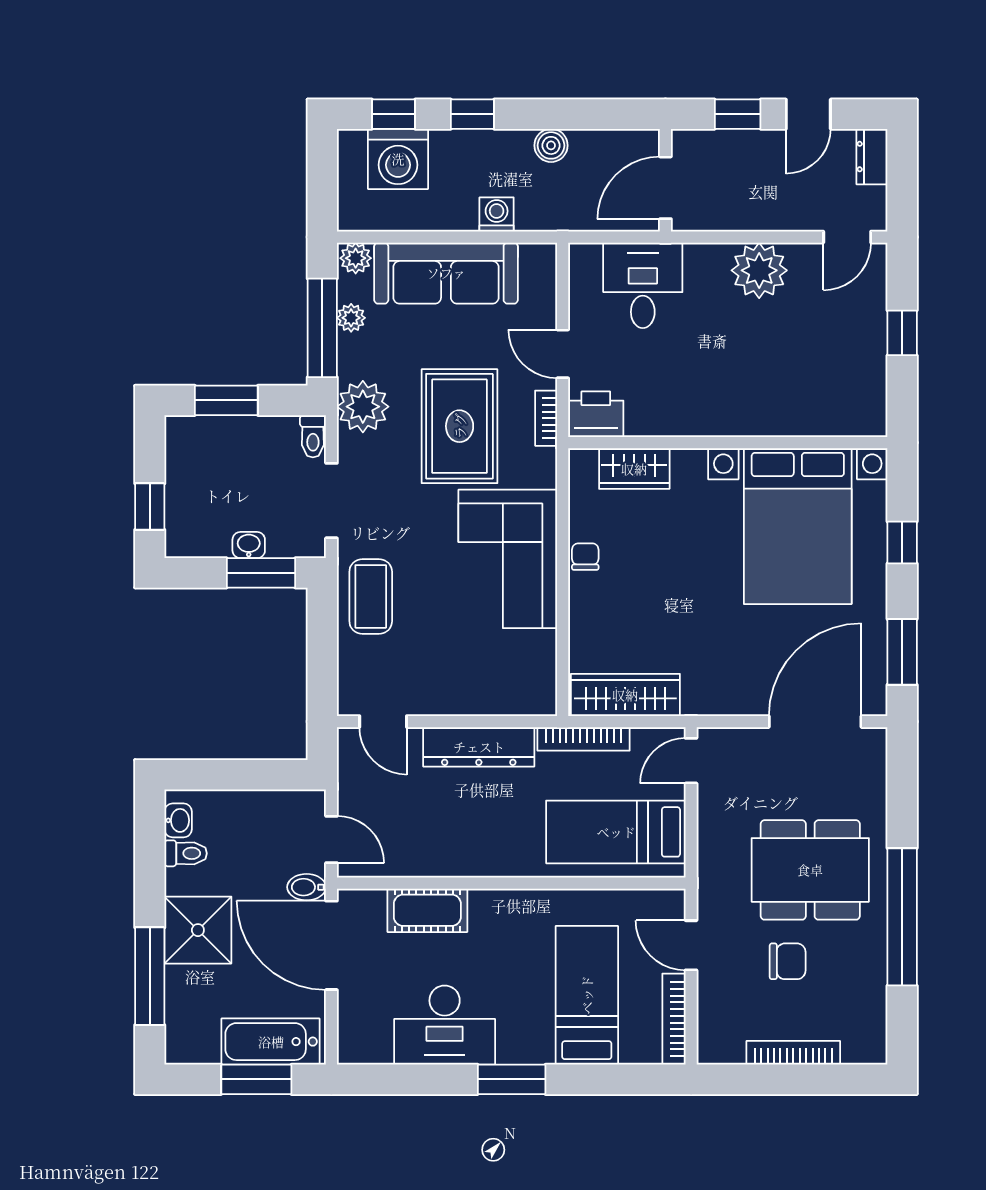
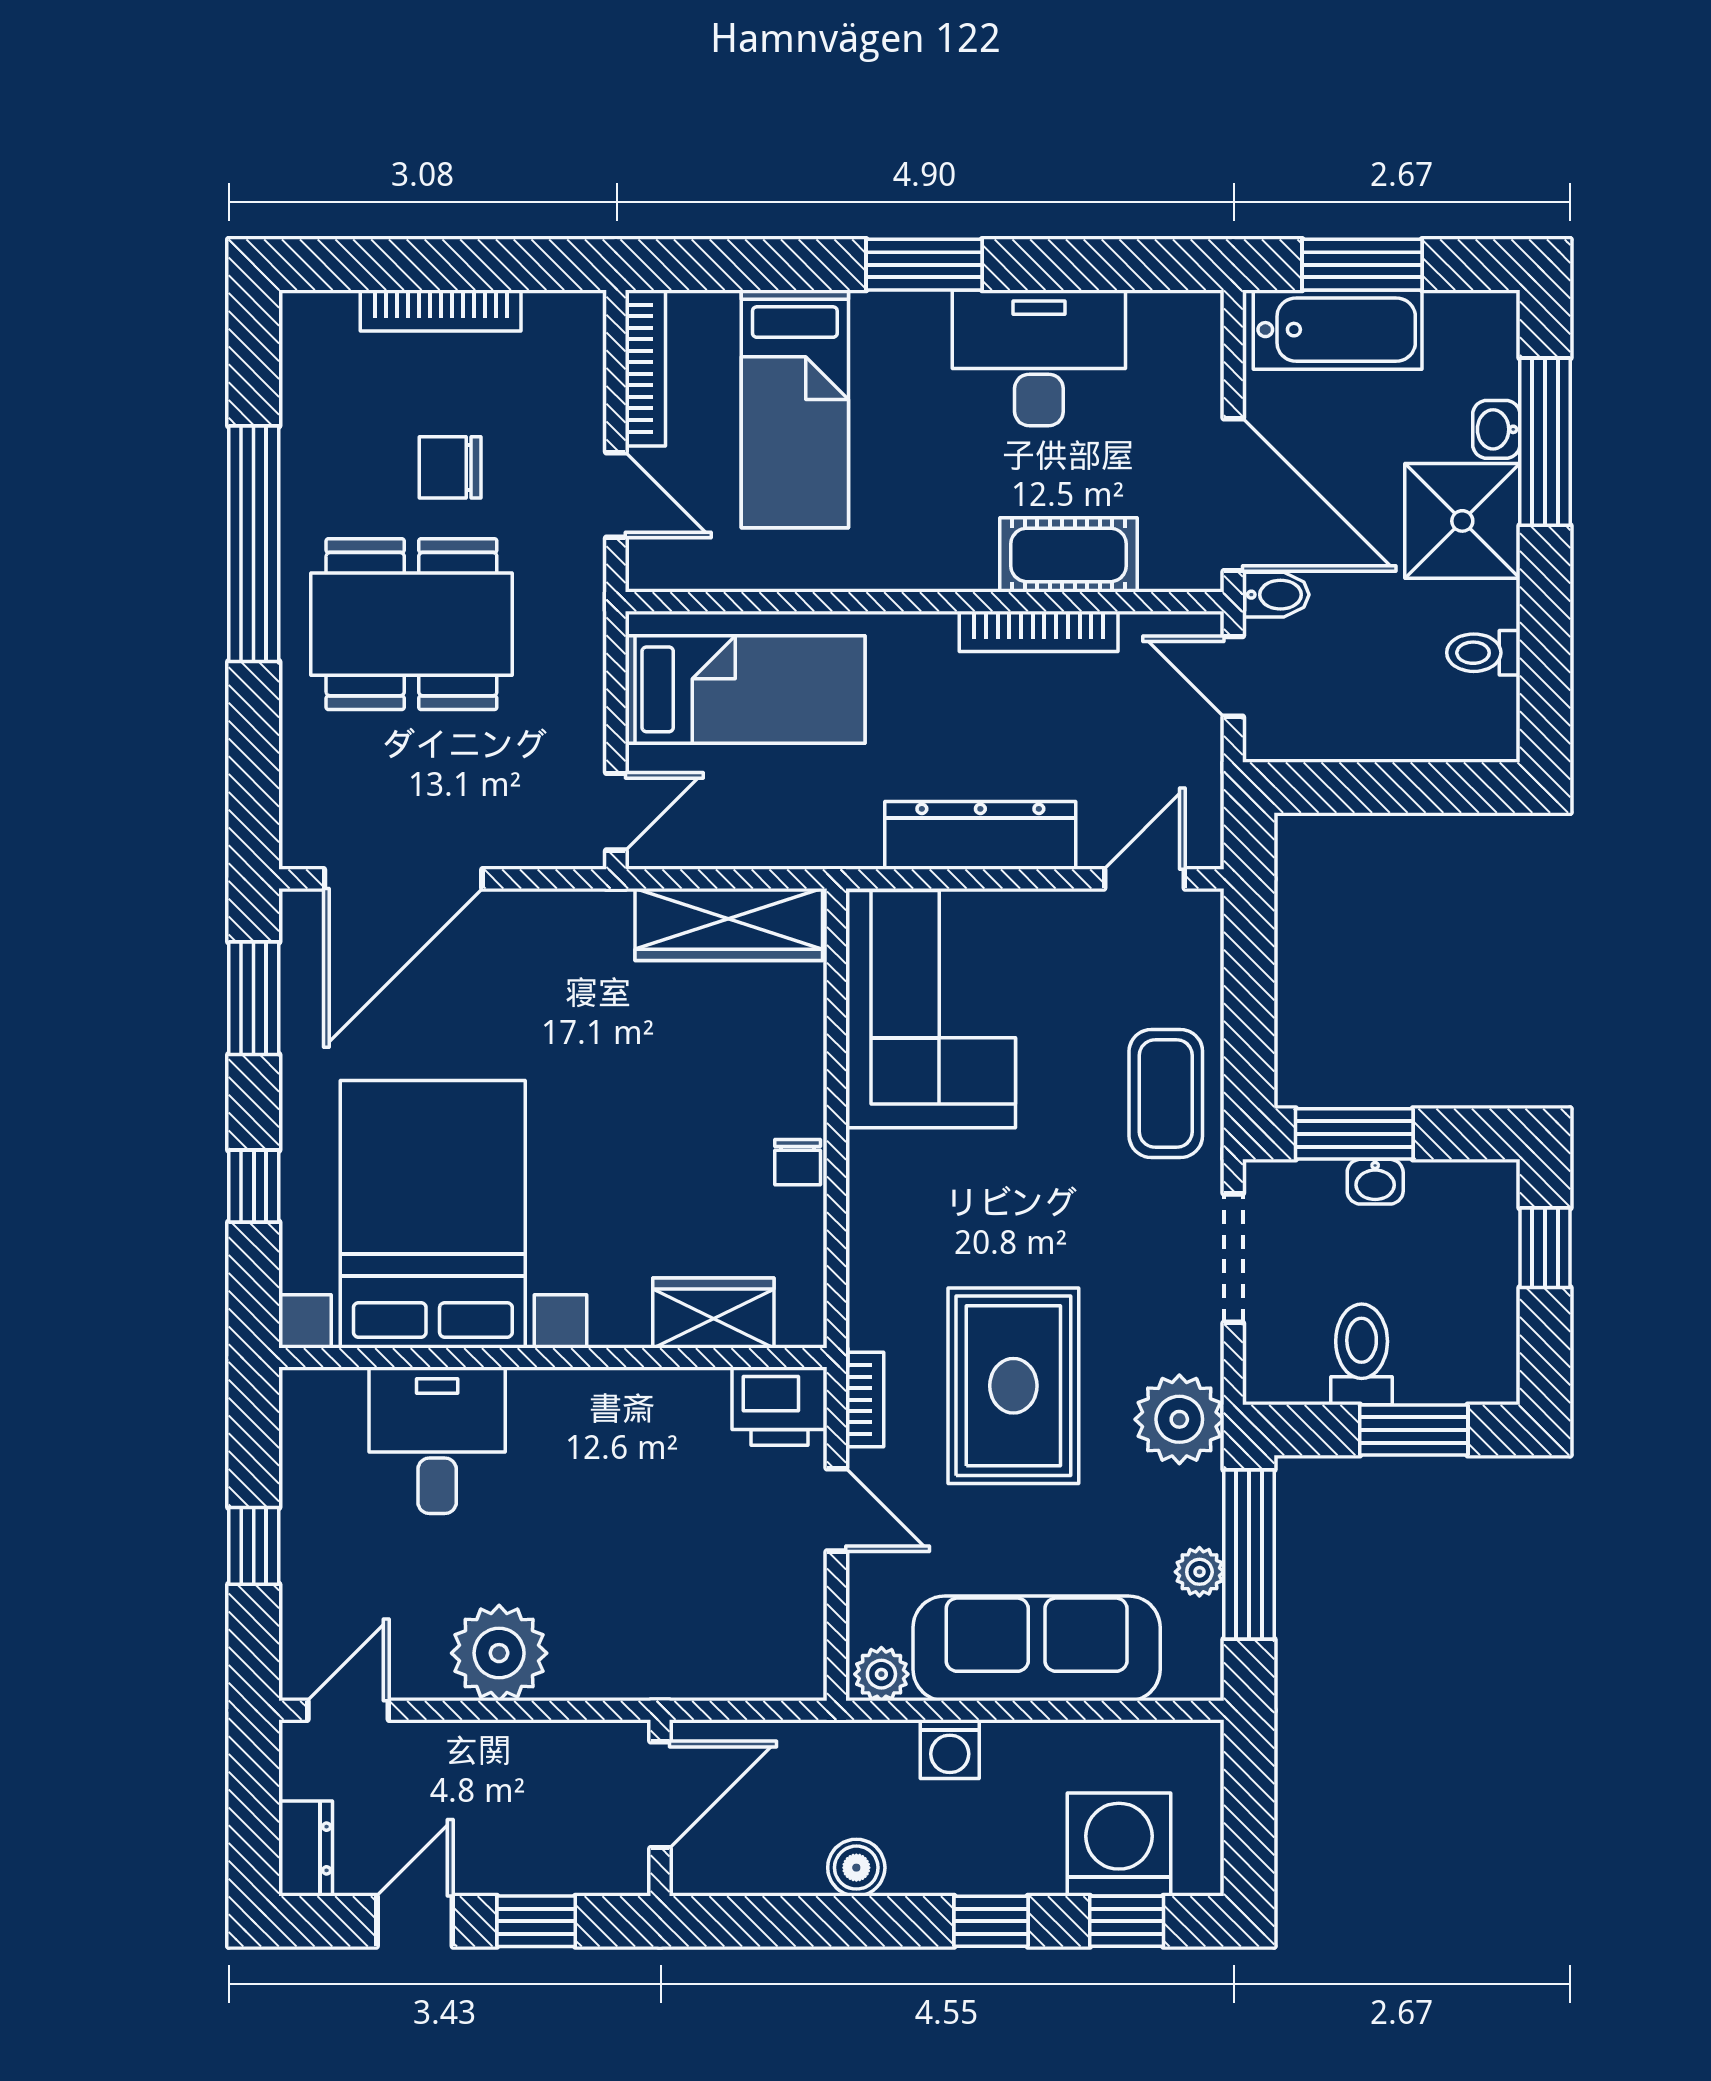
plant: (356, 258) -> (881, 1674), moved
desk: (643, 285) -> (437, 1440), moved, turned 180
toilet: (313, 436) -> (1362, 1354), moved, width x1.37, depth x1.39
corner sofa: (508, 559) -> (931, 1009), moved
door: (383, 722) -> (1144, 879), hinge flipped
bookcase: (583, 739) -> (1039, 631), moved, turned 180
washbasin: (178, 820) -> (1496, 429), moved

